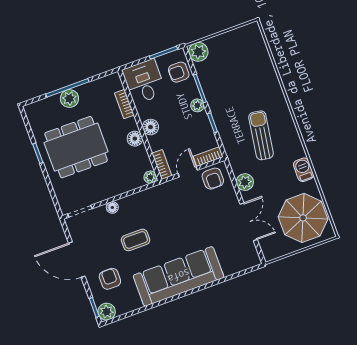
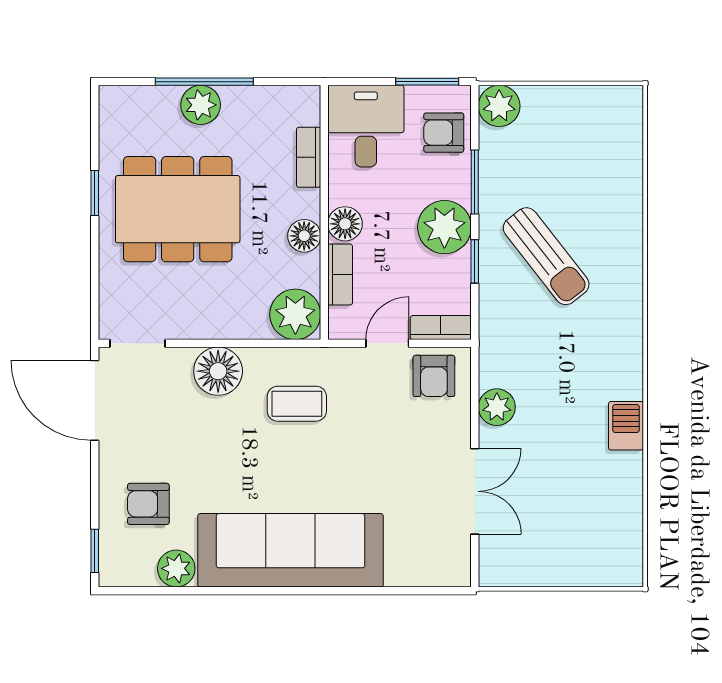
plant: (197, 105) -> (444, 227), width x1.88, depth x1.88
sun lounger: (261, 135) -> (546, 256), moved, turned 133
bookcase: (162, 165) -> (340, 275), moved
plant: (150, 177) -> (295, 314), width x1.88, depth x1.88
floor lamp: (112, 207) -> (218, 371), width x1.89, depth x1.89
parasol: (303, 218) -> (589, 524), removed
coffee table: (135, 240) -> (297, 404), moved
door: (77, 260) -> (95, 400), moved
armchair: (110, 279) -> (148, 504), turned -90
plant: (107, 312) -> (176, 568), moved

